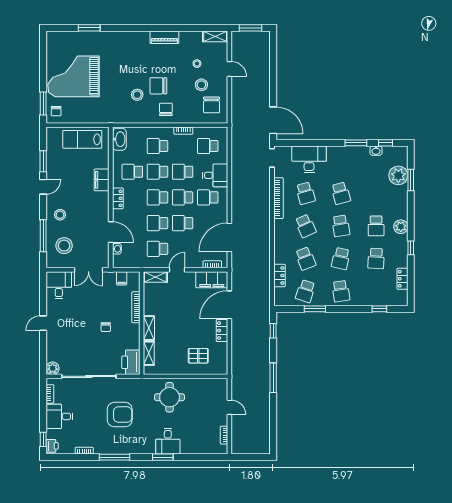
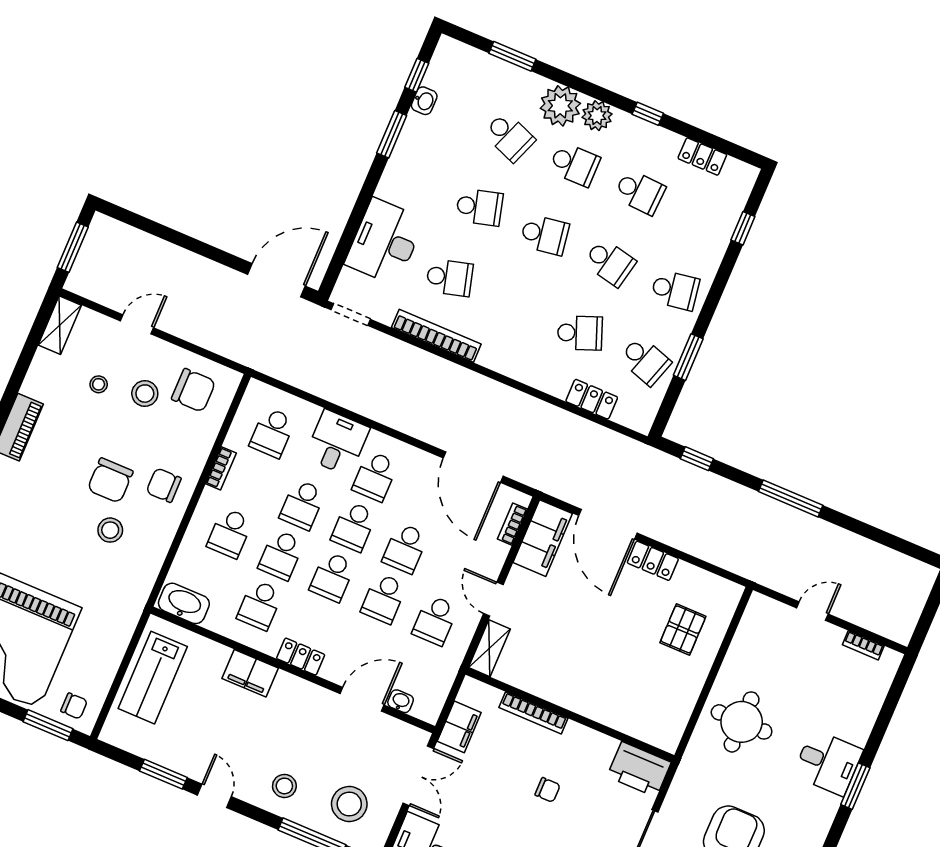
plant: (398, 175) -> (560, 106), moved
school desk: (305, 226) -> (509, 137), moved, turned 45
filing cabinet: (122, 278) -> (459, 727), width x2.00
shelving: (149, 328) -> (586, 704), removed
shelving: (149, 353) -> (636, 726), removed

